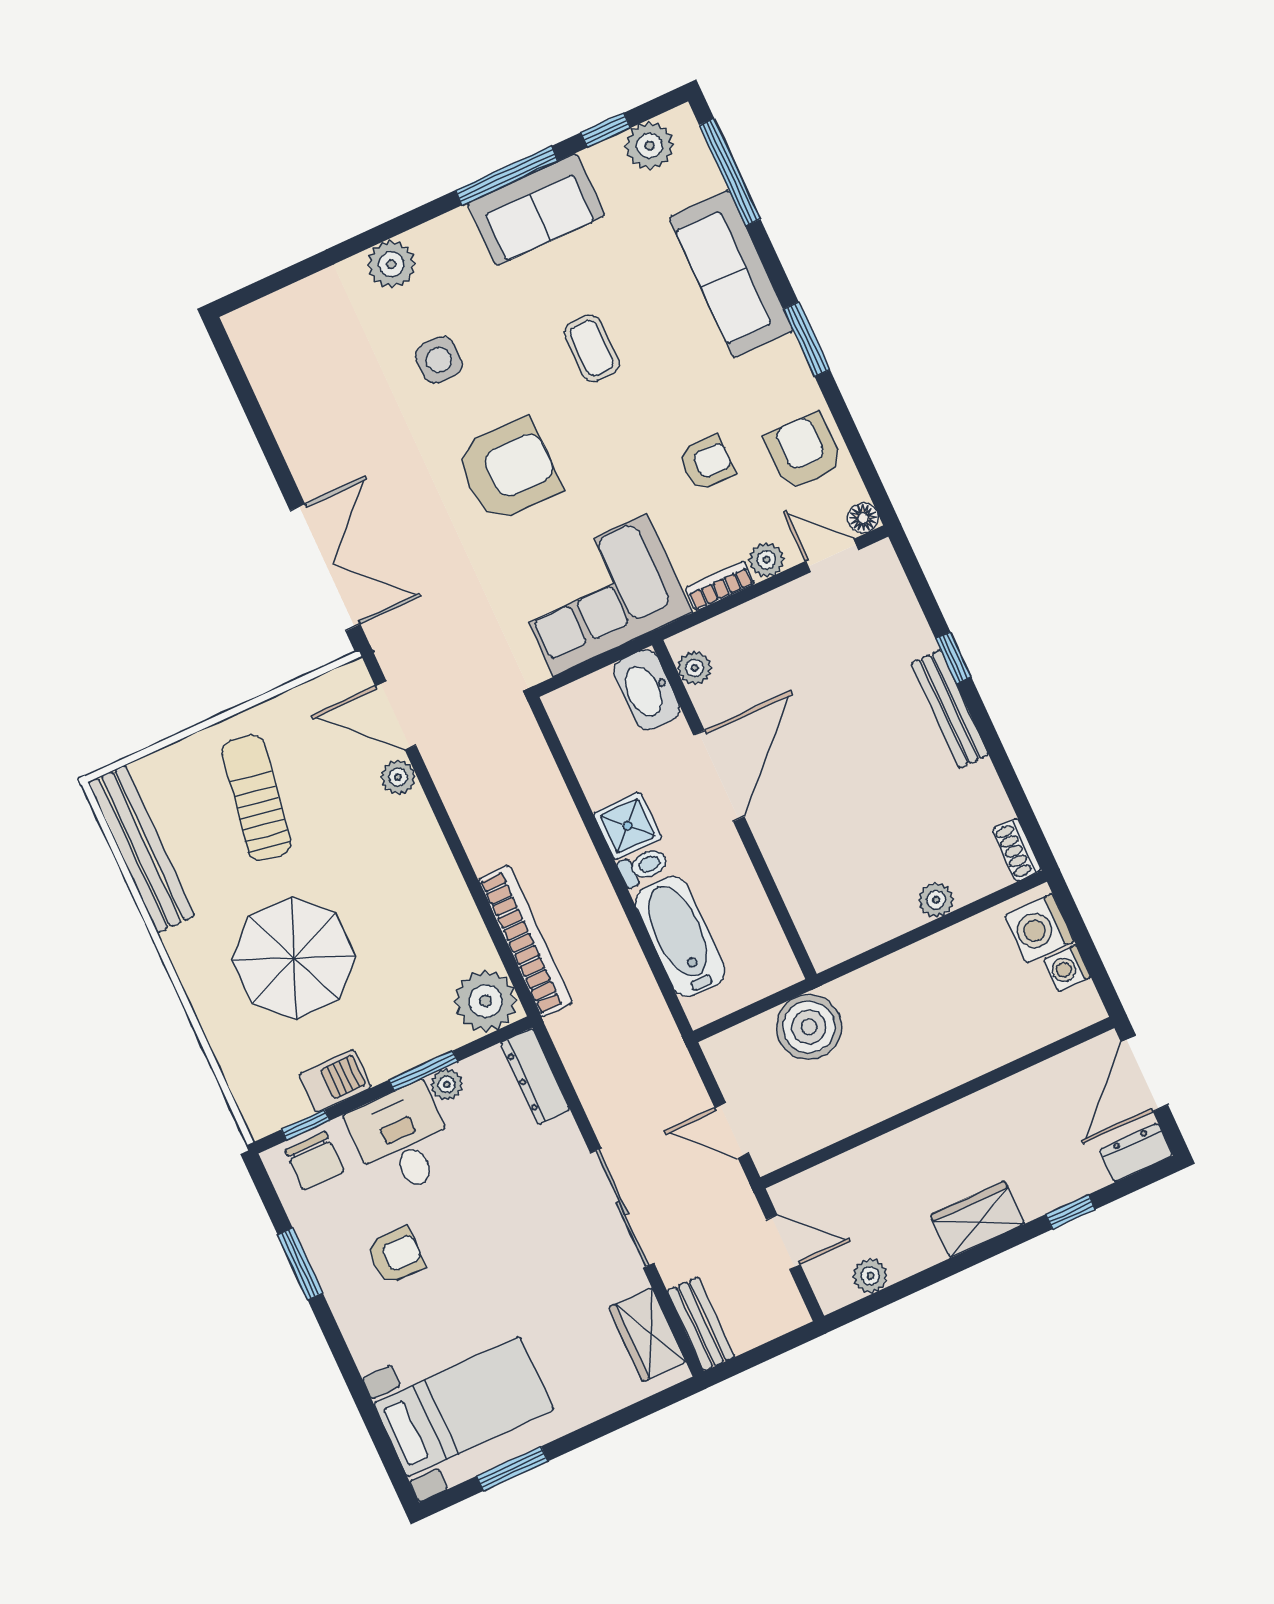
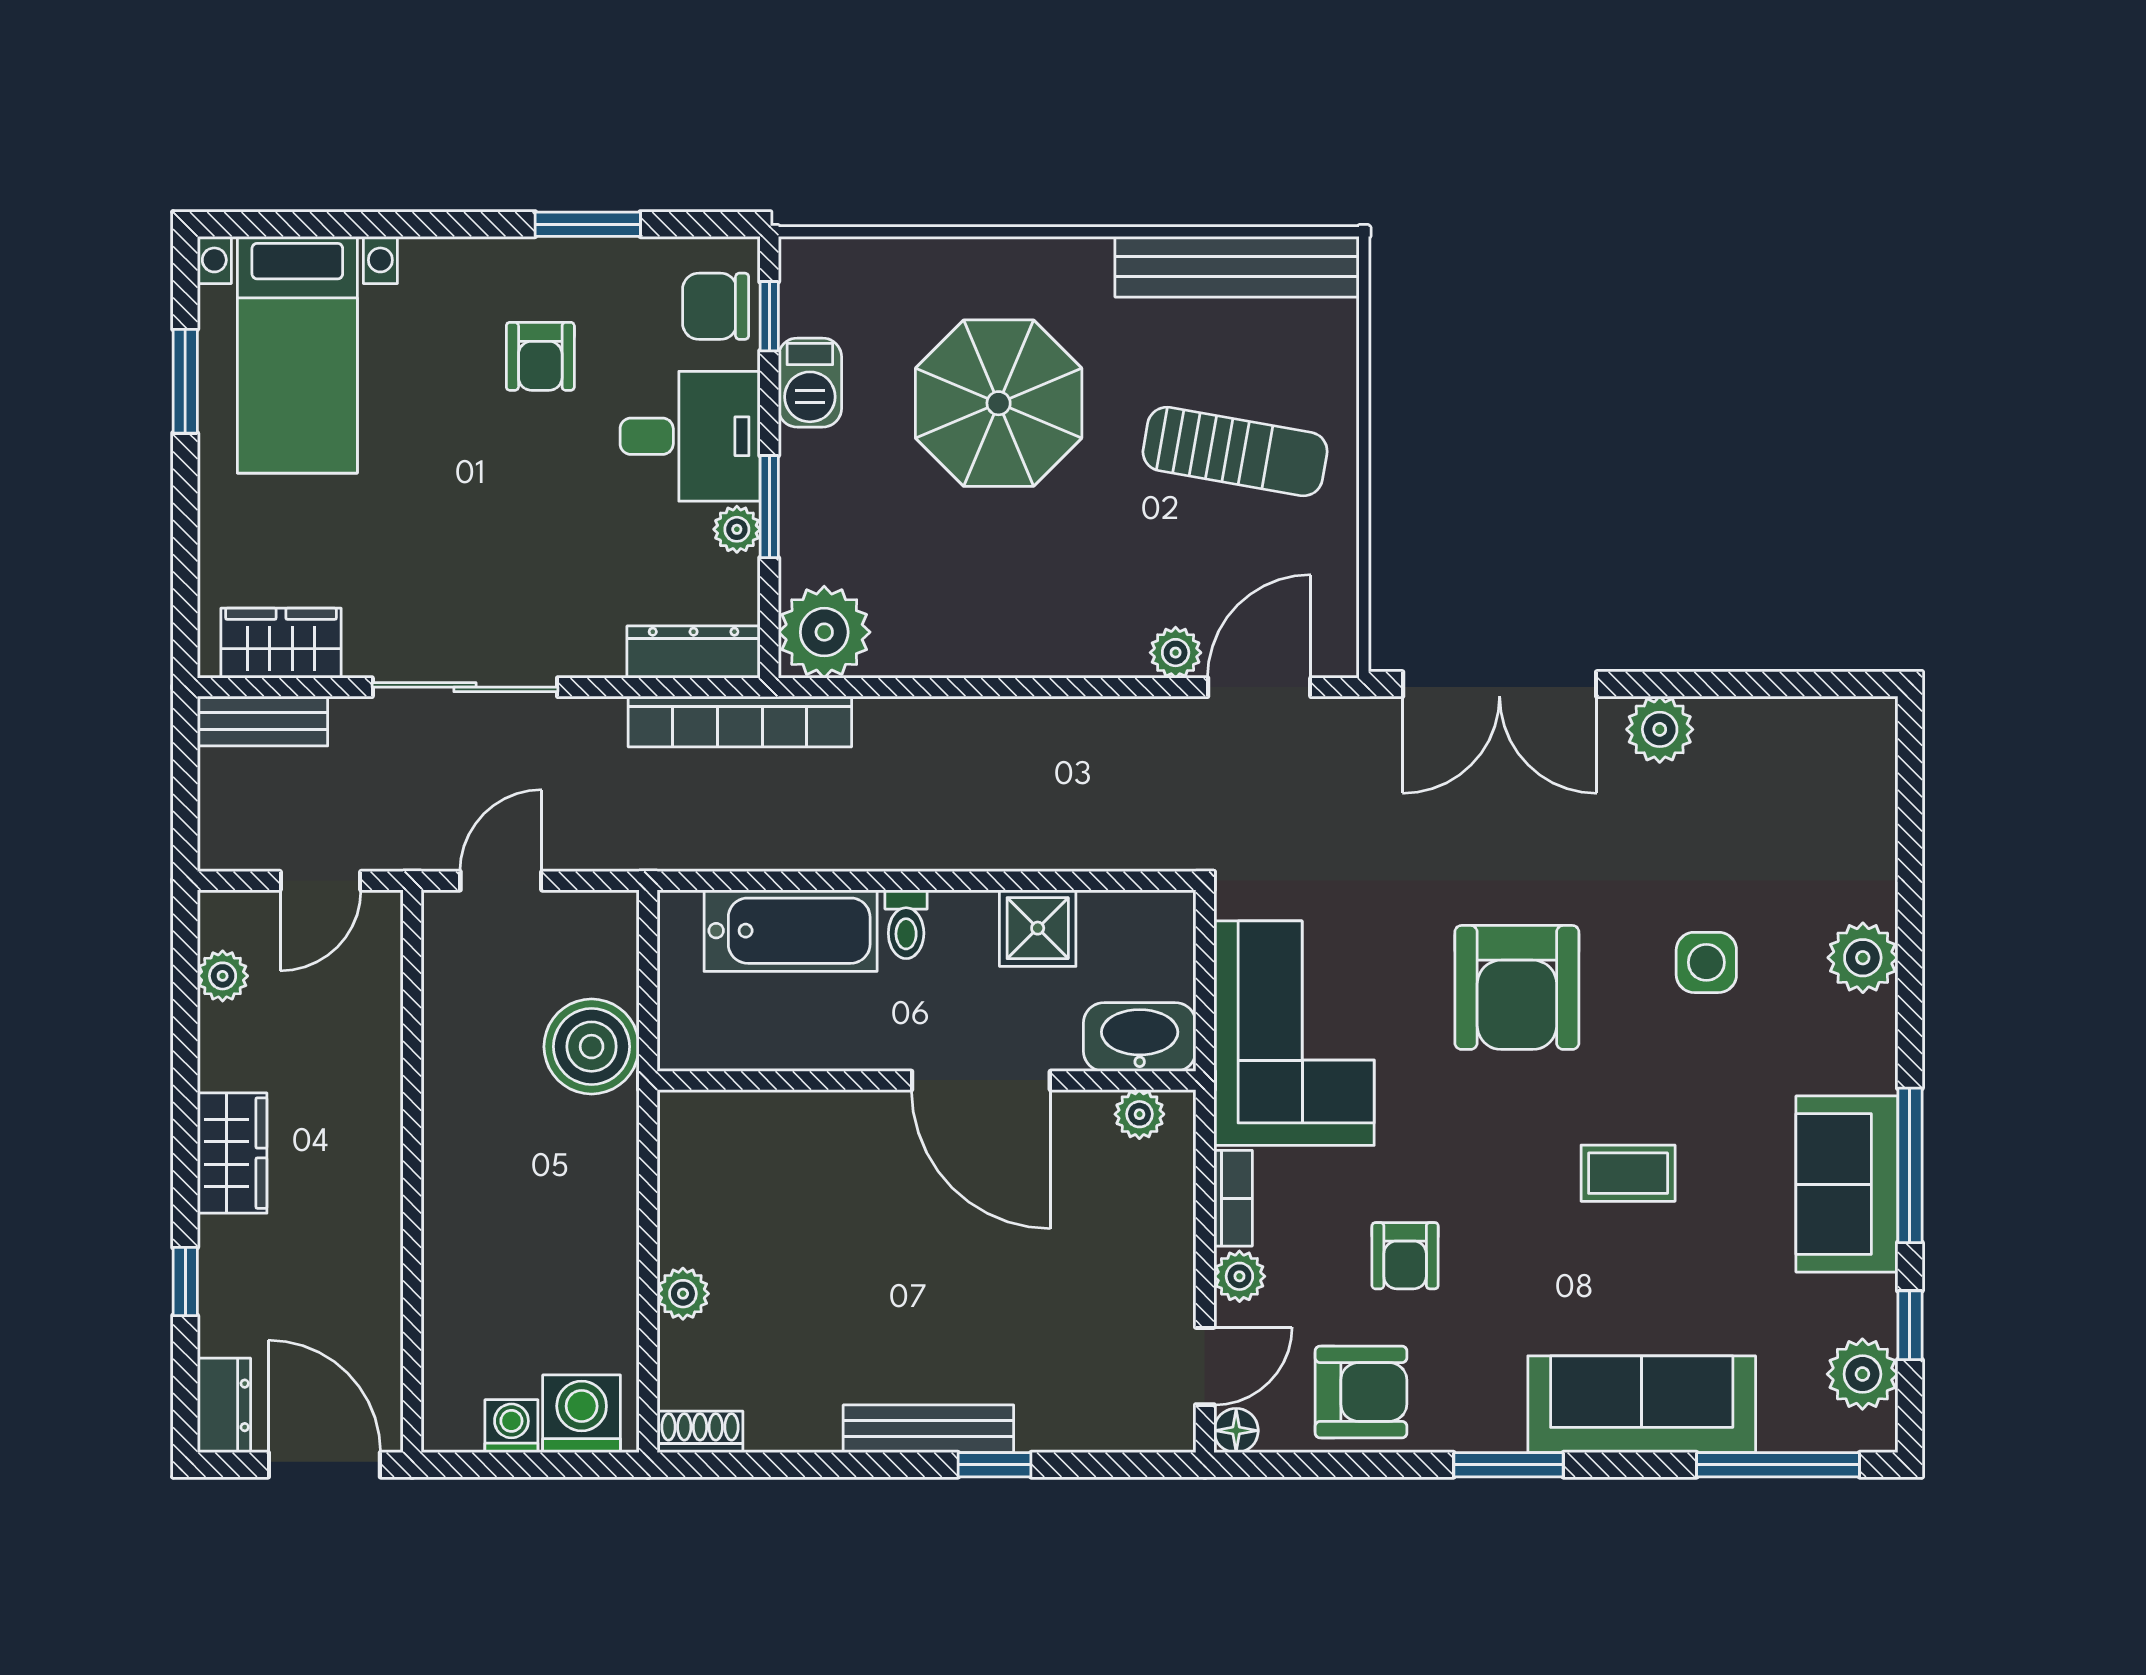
plant: (308, 455) -> (1660, 729), added
shower: (627, 826) -> (1038, 928), moved
bookcase: (525, 941) -> (740, 722), moved

